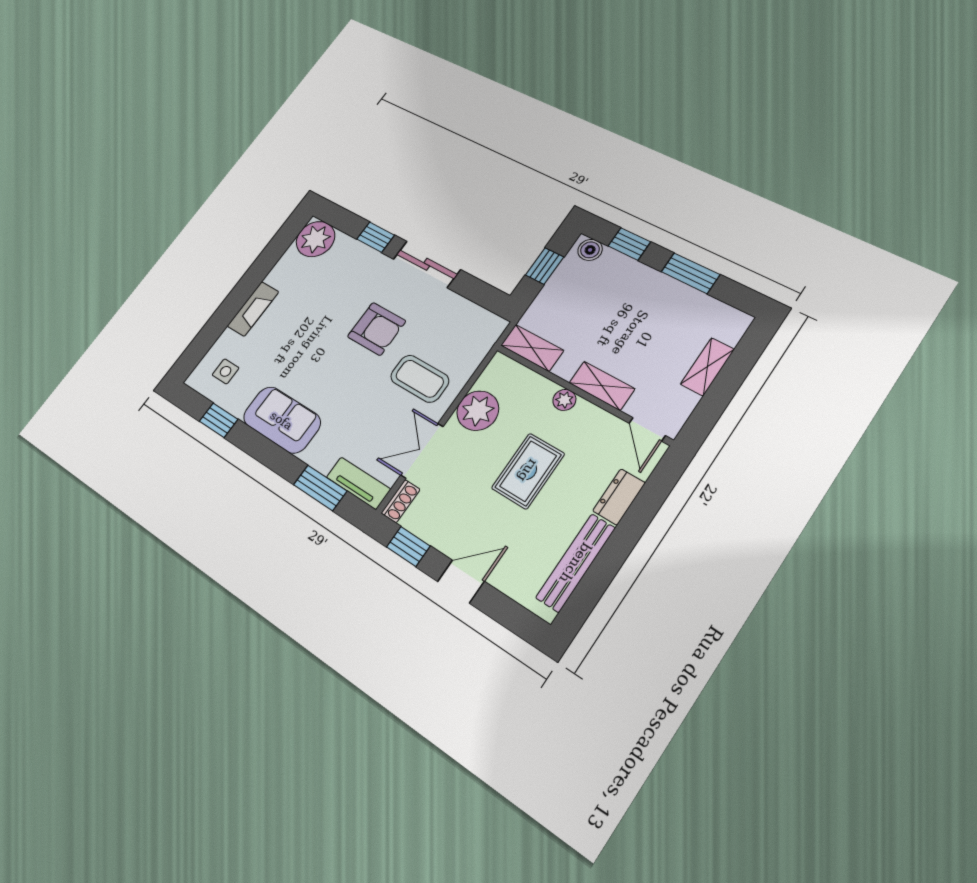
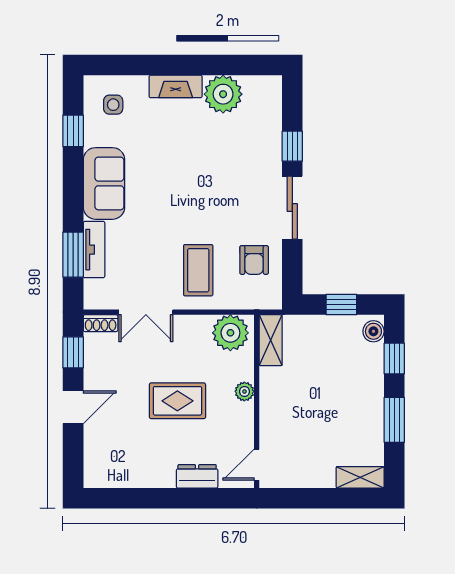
plant: (315, 239) -> (223, 94), moved
armchair: (377, 329) -> (254, 260), moved, width x0.72, depth x0.72
shelving: (707, 367) -> (360, 477), moved
shelving: (602, 386) -> (271, 412), removed
plant: (478, 411) -> (230, 333), moved
double door: (422, 451) -> (146, 312), swing flipped
tv unit: (358, 483) -> (94, 250), moved
bench: (576, 563) -> (134, 477), removed
door: (461, 582) -> (73, 407), hinge flipped

